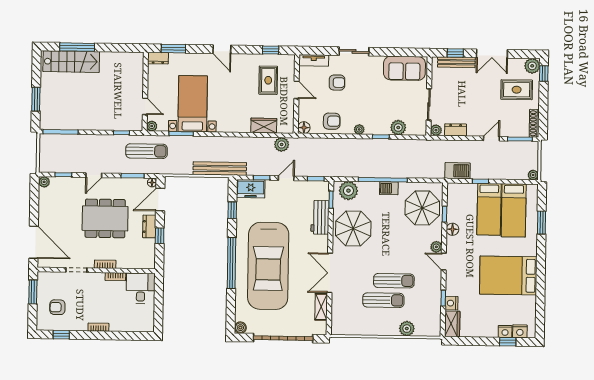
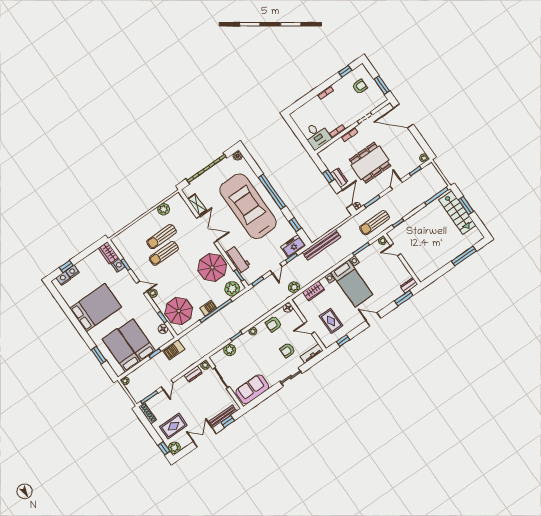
stairs: (71, 62) -> (457, 212), moved, turned -90
bed with nightstands: (193, 104) -> (352, 283), moved
floor lamp: (452, 229) -> (163, 329), moved
plant: (407, 329) -> (164, 209), moved

